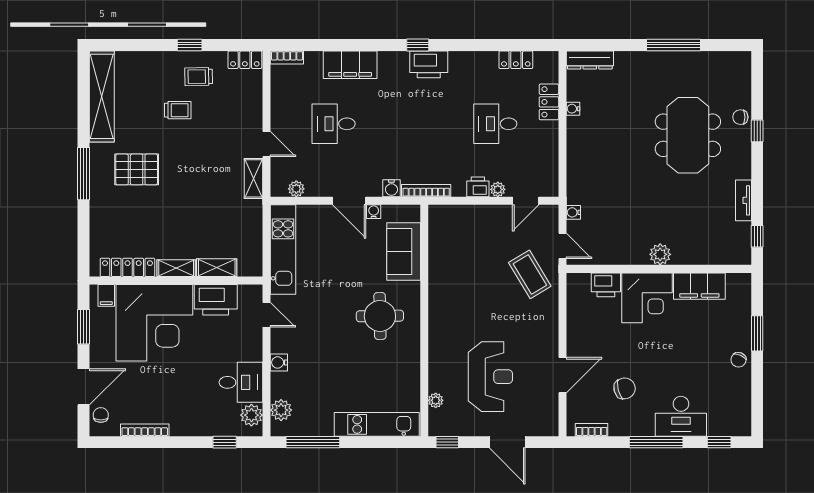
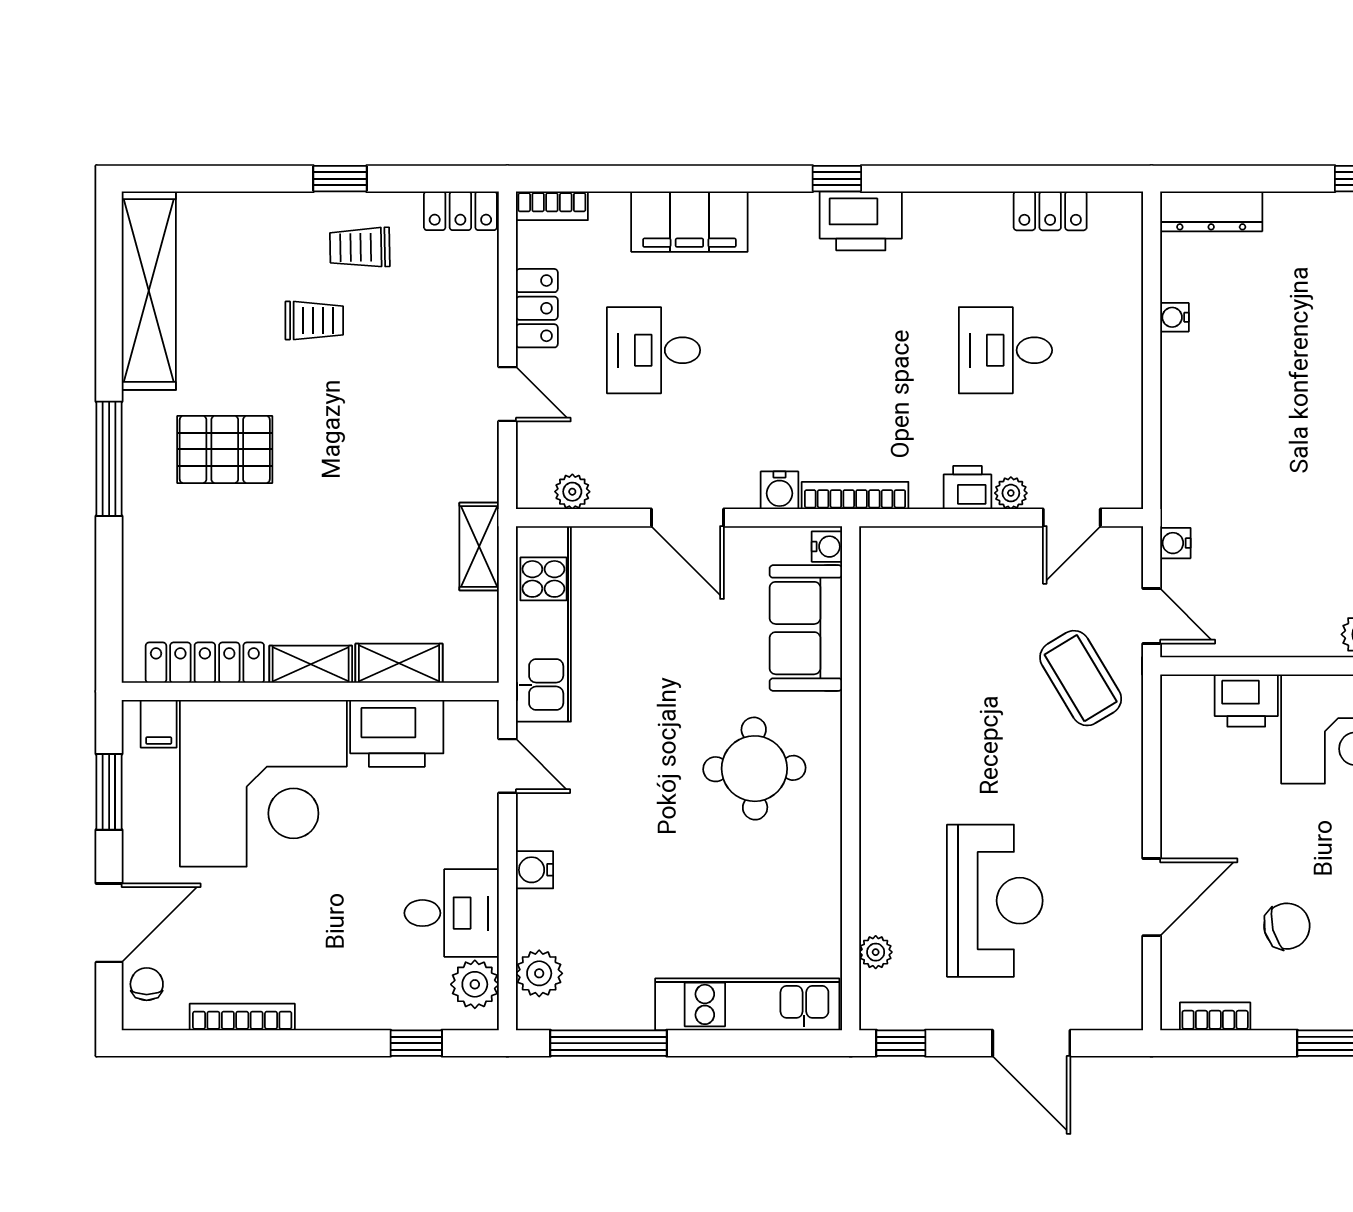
locker: (549, 102) -> (537, 308), moved, turned 180
shelving: (254, 178) -> (479, 547), moved
water cooler: (374, 212) -> (827, 547), moved, turned 90

